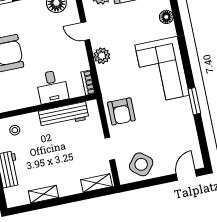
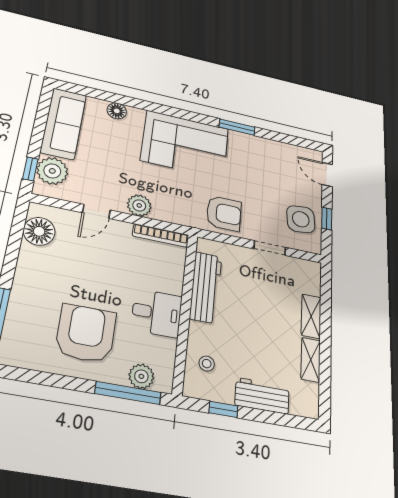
bookcase: (88, 83) -> (161, 235), width x1.56
desk: (52, 87) -> (157, 313), moved
side table: (141, 164) -> (301, 219), turned 45
window: (150, 182) -> (327, 218), added
shelving: (96, 183) -> (311, 316), moved

